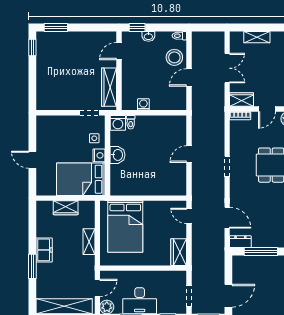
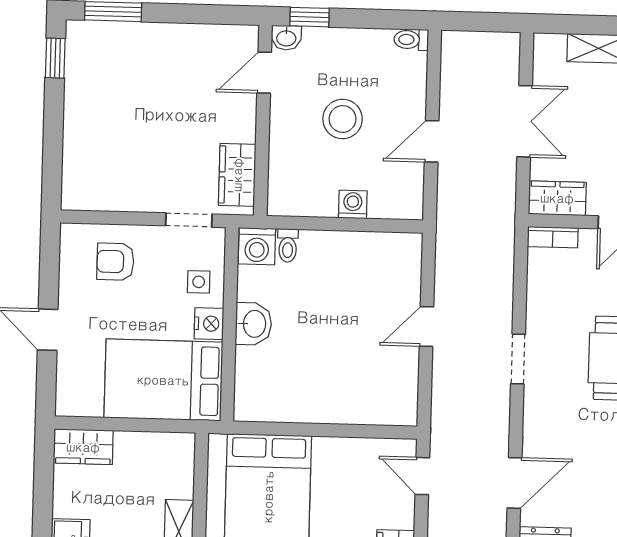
washbasin: (148, 36) -> (286, 38), moved
stool: (174, 57) -> (343, 119), moved
wardrobe: (109, 87) -> (237, 175), width x0.67
washing machine: (143, 104) -> (353, 204), moved
armchair: (60, 131) -> (115, 262), added
wardrobe: (66, 208) -> (83, 447), moved
door: (227, 218) -> (515, 483), hinge flipped

